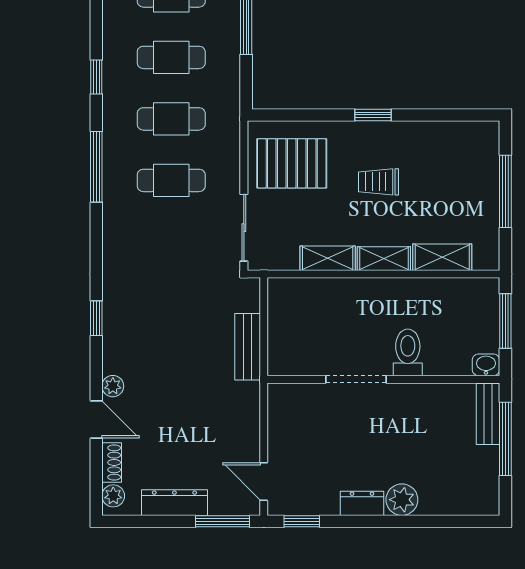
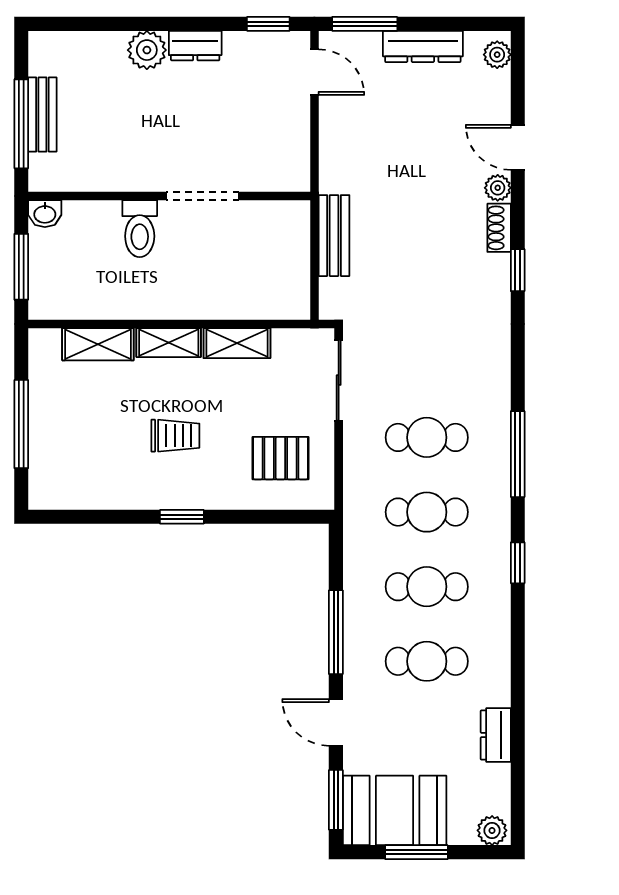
pallet: (292, 163) -> (280, 458), width x0.67, depth x0.71
bench: (488, 414) -> (42, 114), moved
shoe rack: (112, 462) -> (499, 228), moved

